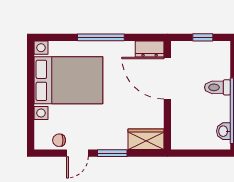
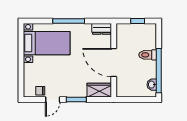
door: (167, 78) -> (114, 63), moved
bed with nightstands: (68, 80) -> (47, 43), width x0.73

